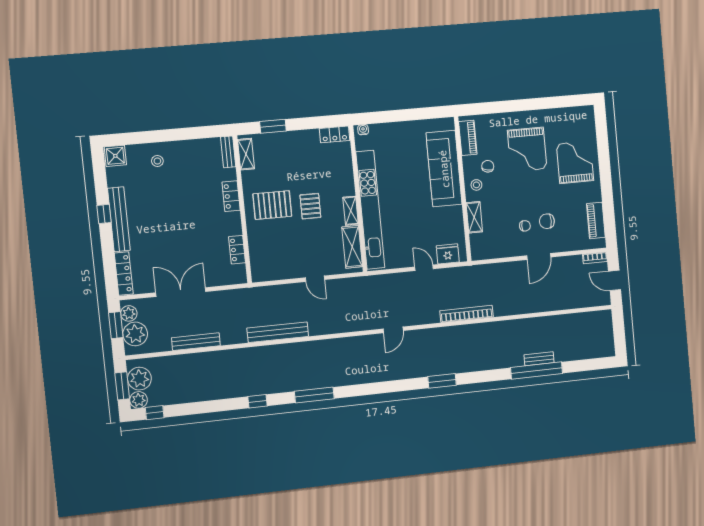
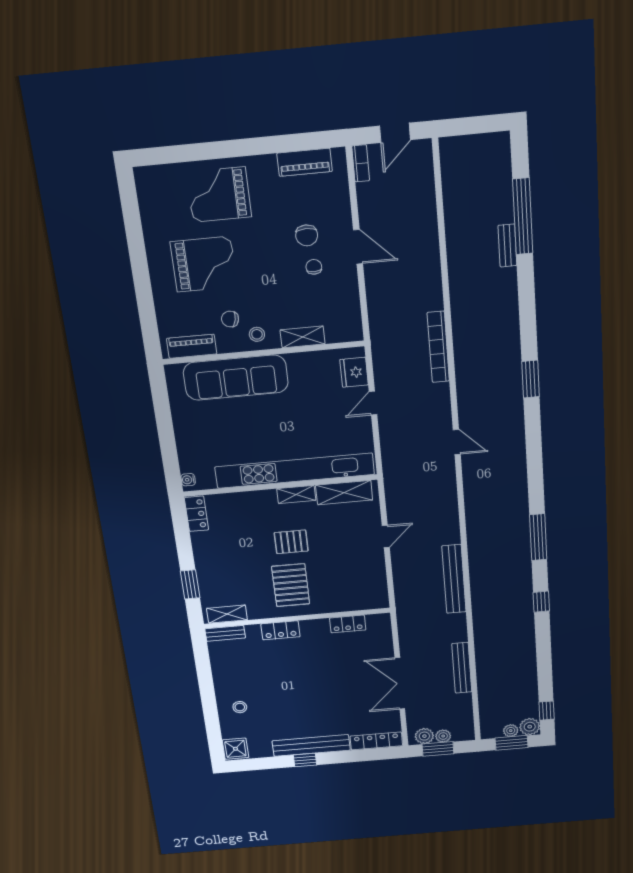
plant: (135, 334) -> (443, 736), width x0.53, depth x0.53
window: (537, 370) -> (523, 216), moved
plant: (139, 379) -> (511, 731), width x0.53, depth x0.53

